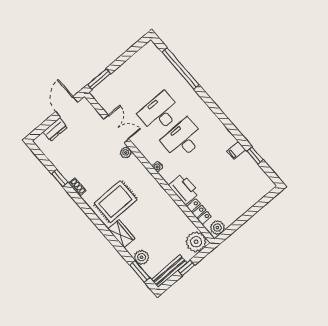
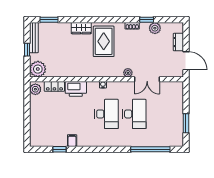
window: (99, 79) -> (186, 123), moved
plant: (142, 257) -> (155, 28), moved

